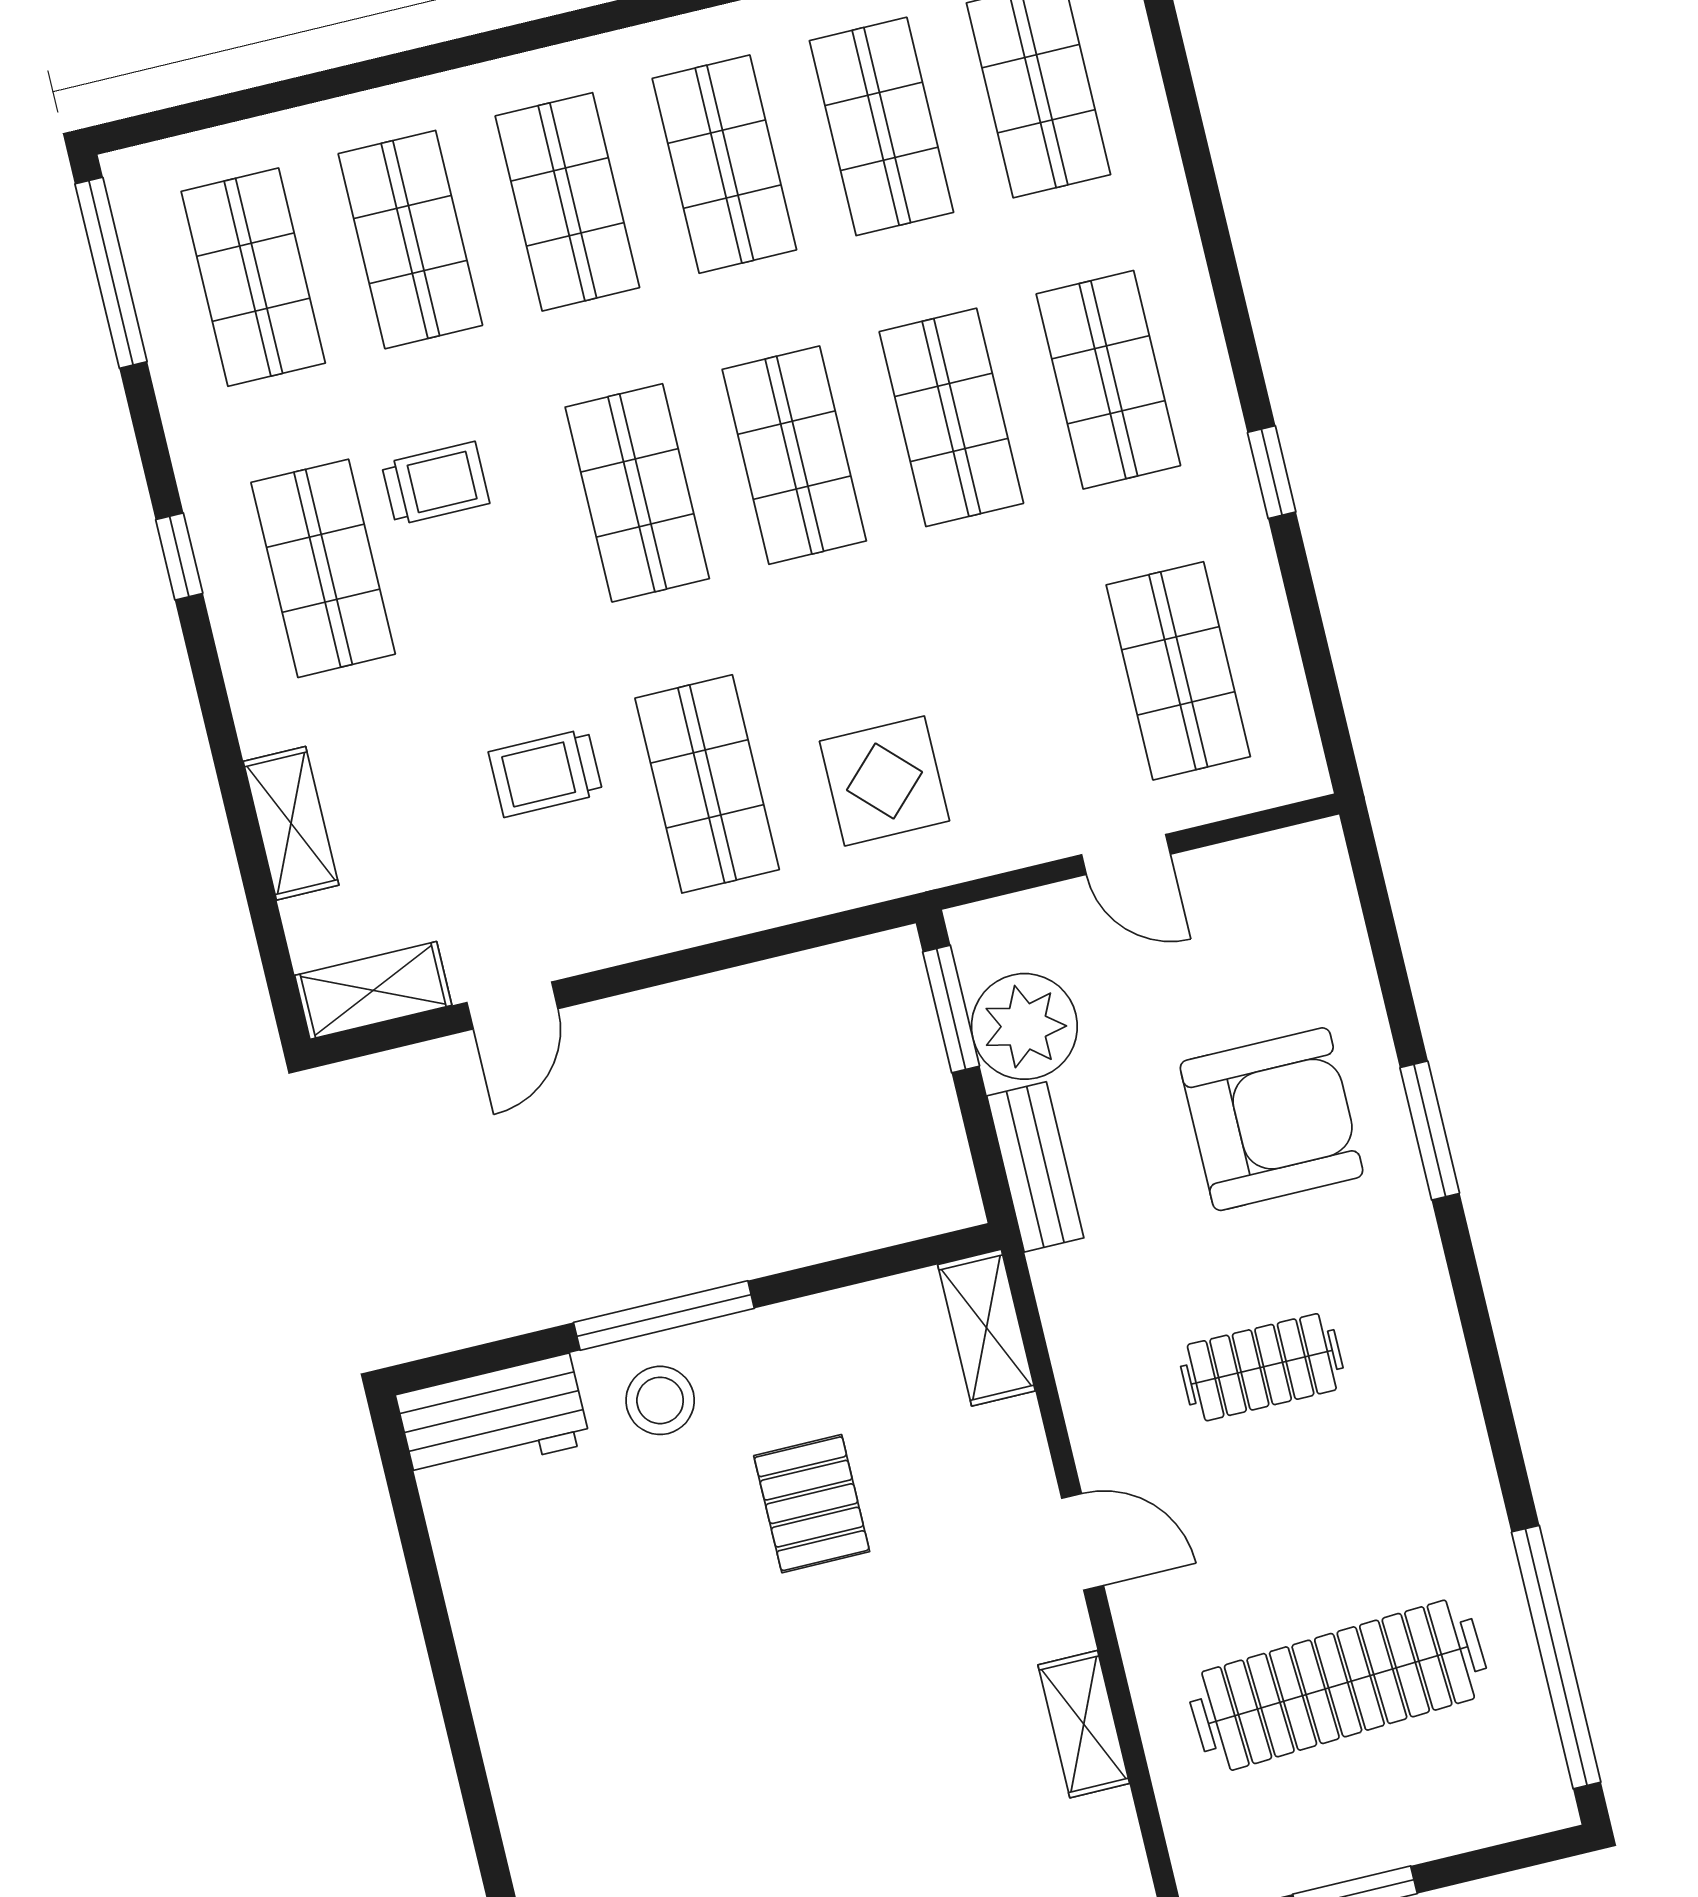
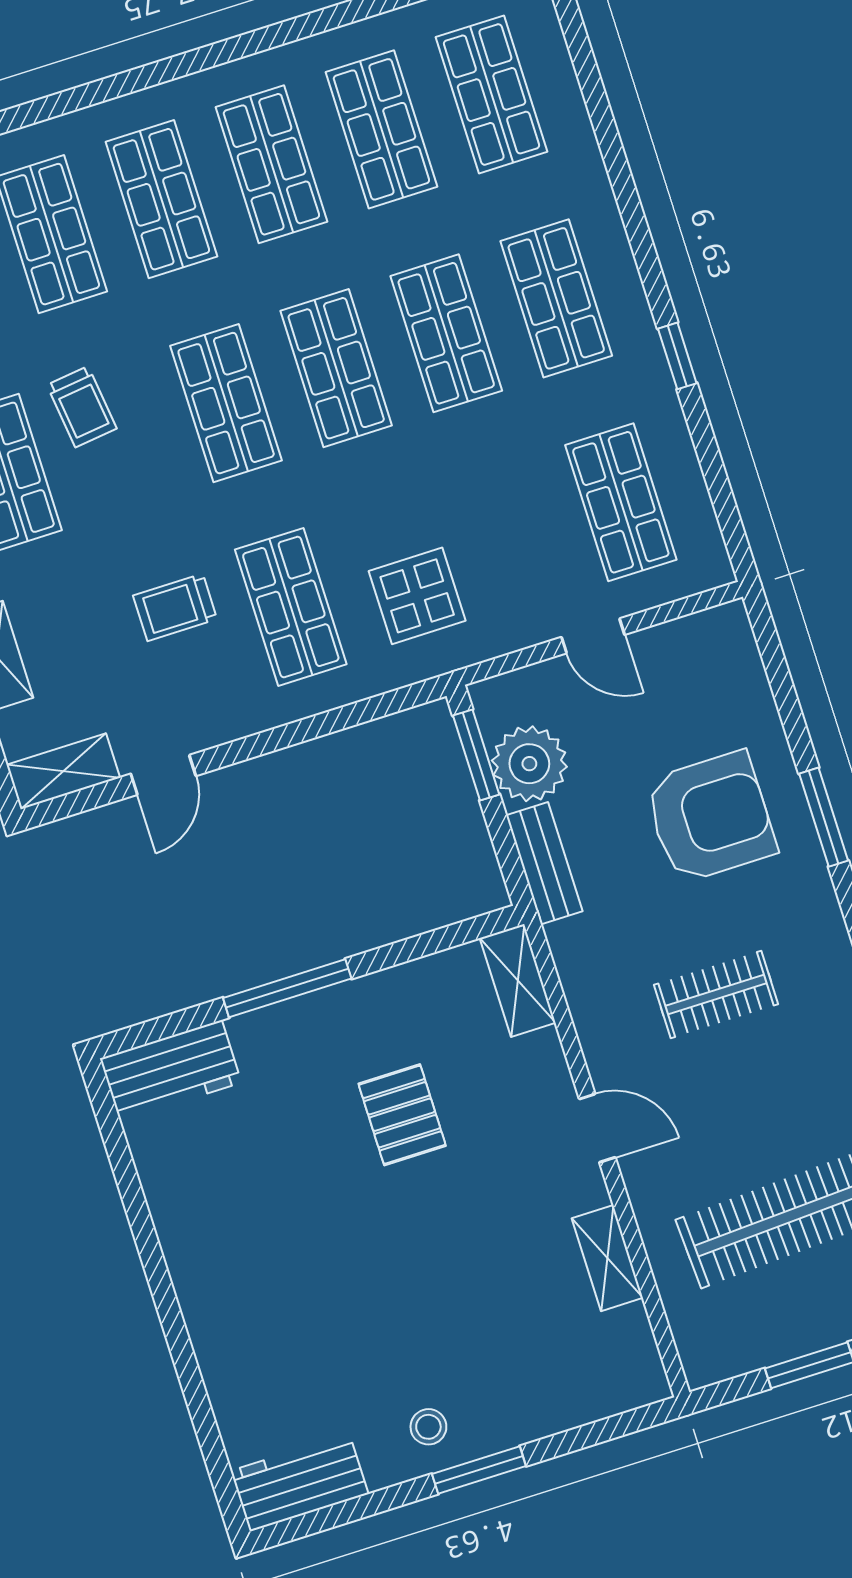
trolley: (436, 483) -> (82, 407), turned 83
stool: (660, 1400) -> (289, 1049), removed

